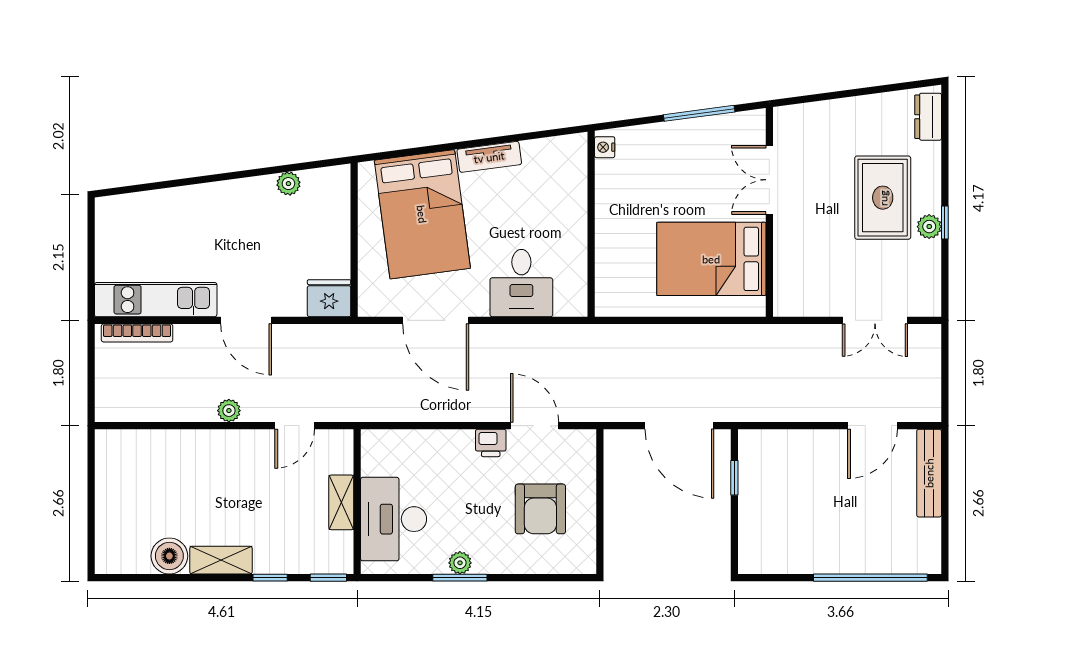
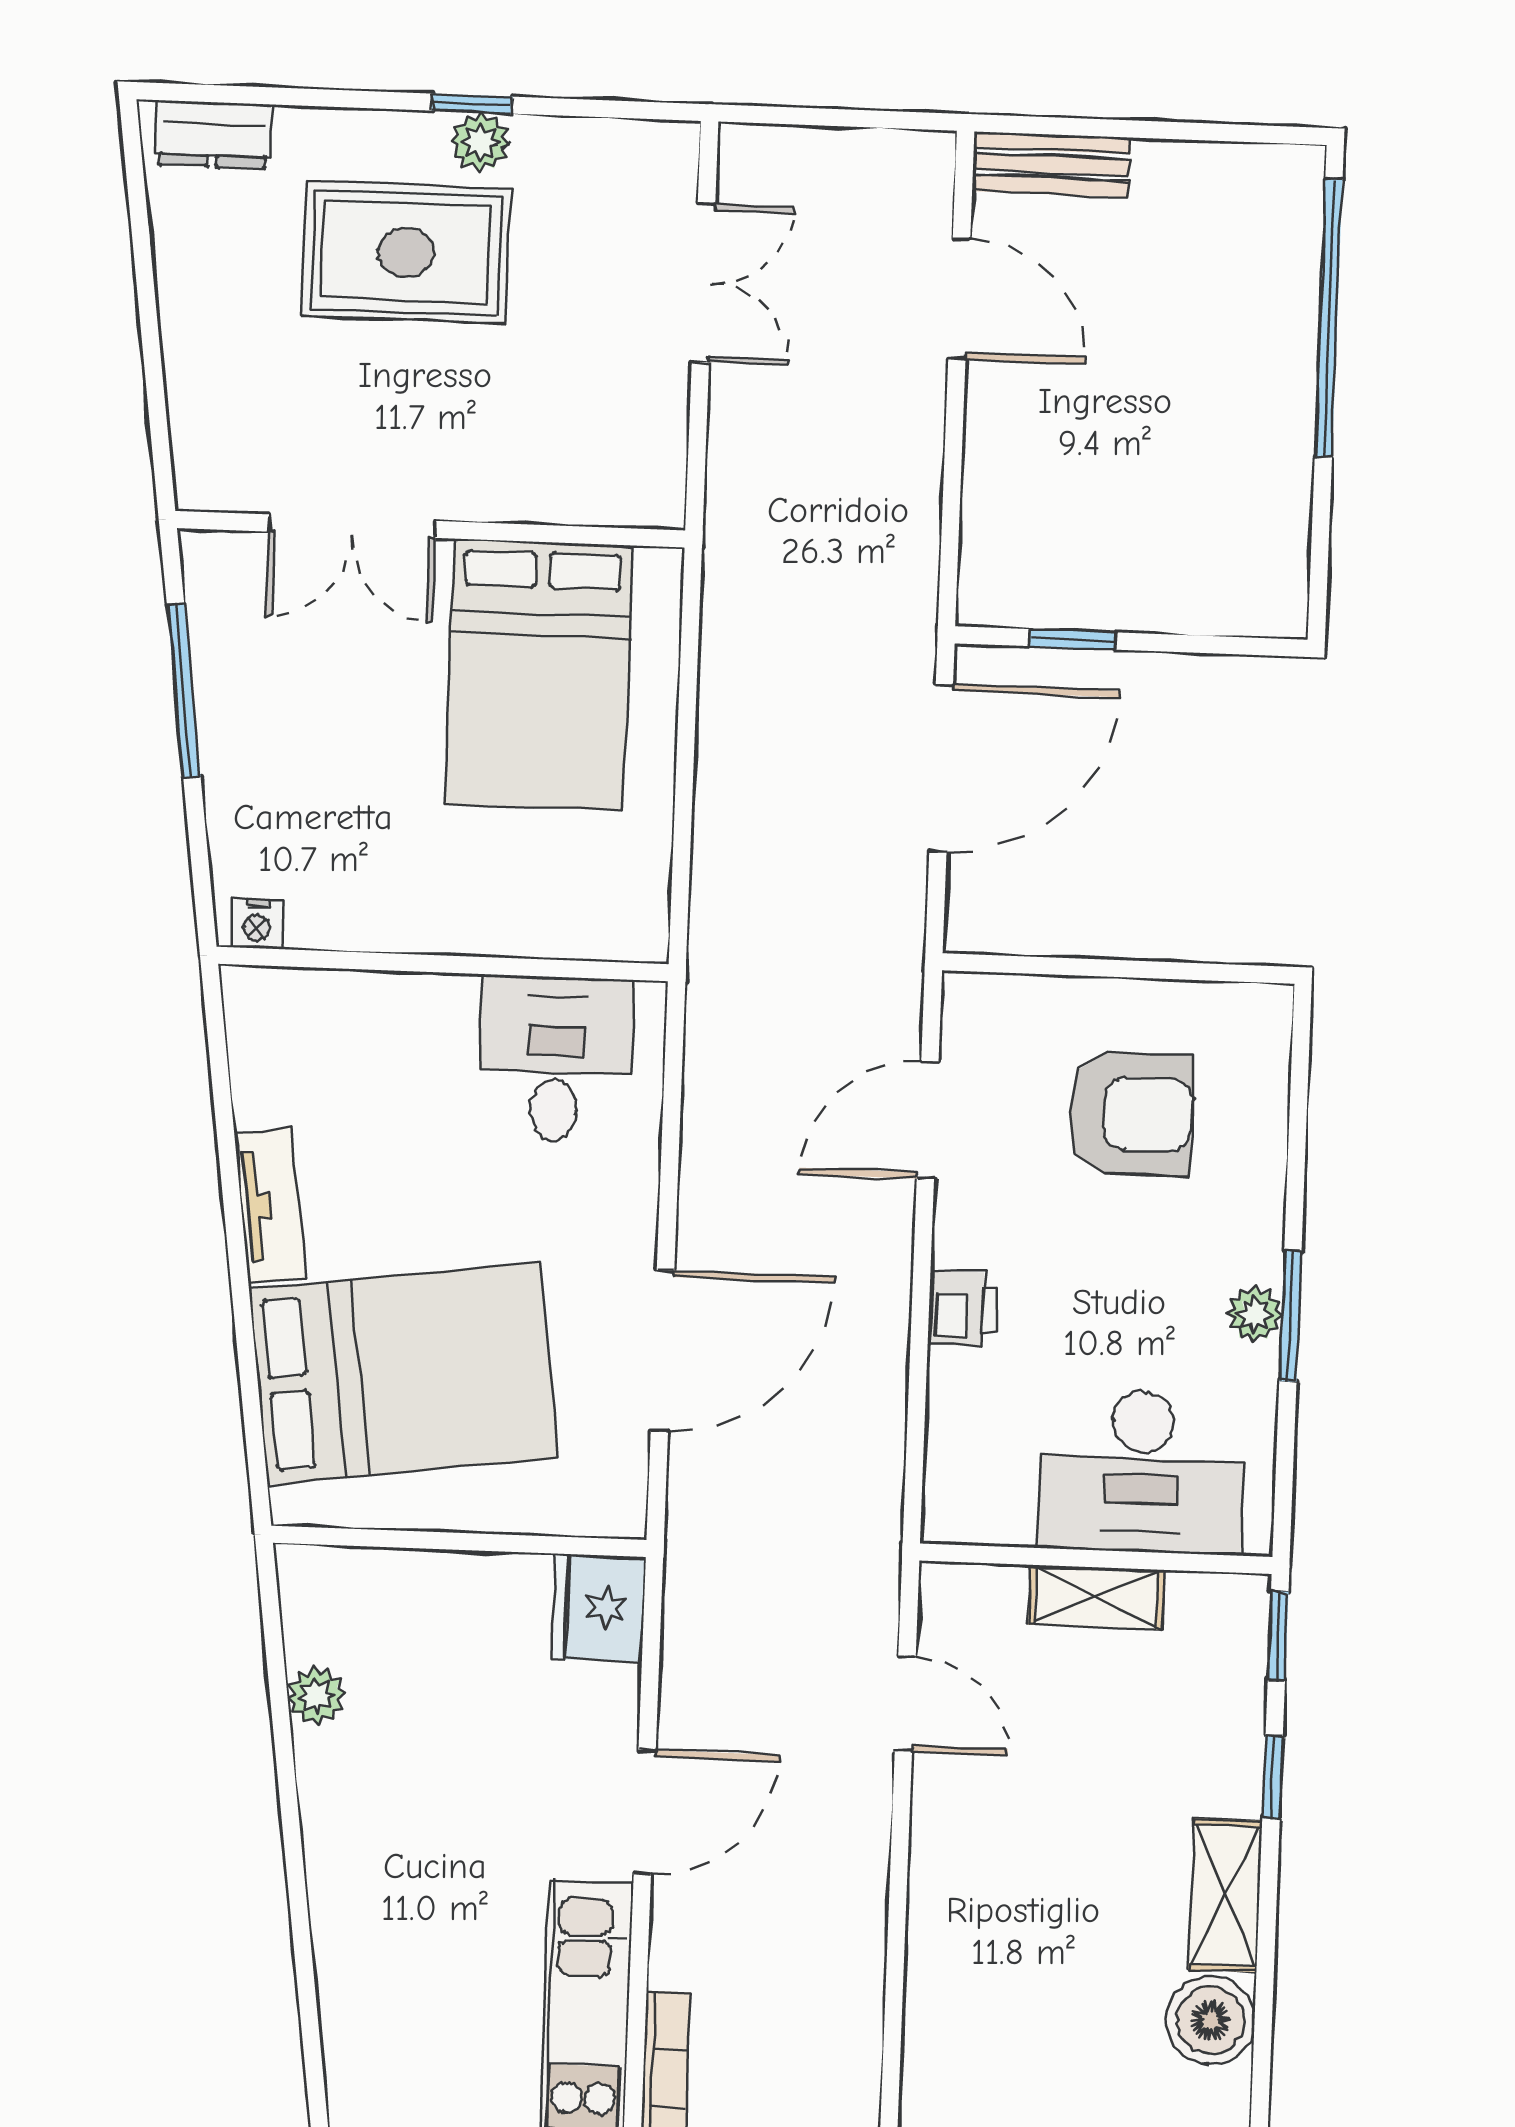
desk: (521, 283) -> (556, 1059), moved, turned -90
plant: (229, 411) -> (862, 1862), removed
printer: (491, 443) -> (963, 1309), moved
bench: (929, 473) -> (1051, 164), width x0.73

